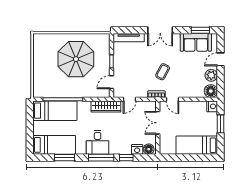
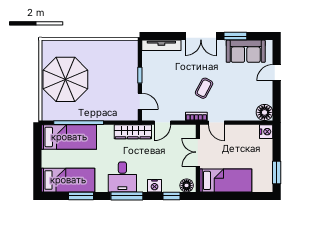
window: (200, 30) -> (235, 36), moved
parasol: (76, 59) -> (65, 79), moved
plant: (211, 75) -> (265, 93), removed
door: (111, 82) -> (140, 101), swing flipped
window: (220, 124) -> (277, 173), moved
bed: (197, 145) -> (226, 180), moved, turned 180
nightstand: (137, 149) -> (154, 186), moved
window: (126, 158) -> (172, 196), moved

